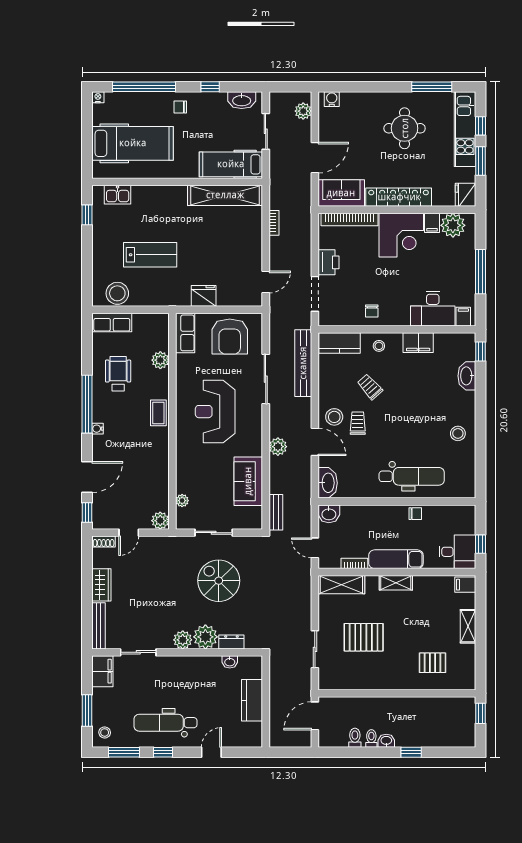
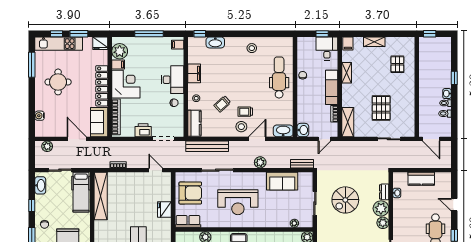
water cooler: (332, 99) -> (40, 116), moved
desk: (433, 309) -> (173, 80), moved
shelving: (396, 583) -> (347, 73), moved

